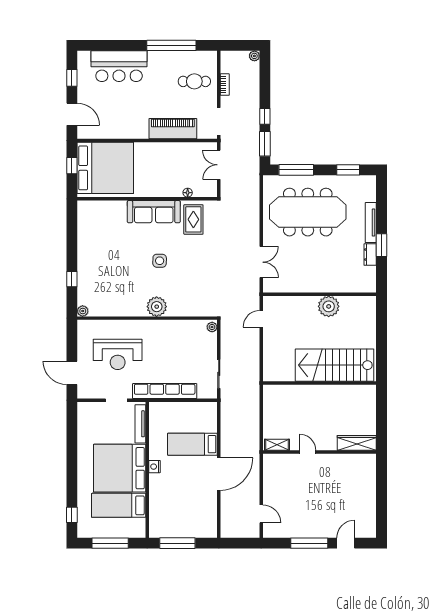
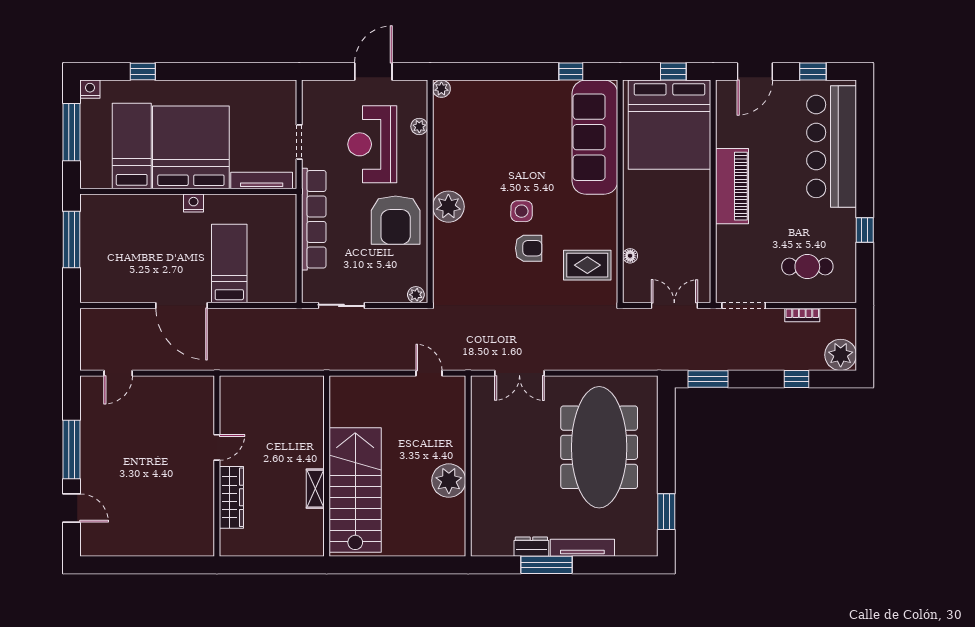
window: (171, 45) -> (865, 230), width x0.32
plant: (254, 56) -> (841, 355), width x1.88, depth x1.88
bar counter: (119, 66) -> (832, 146), width x1.36
cafe table: (194, 81) -> (807, 267), turned 90
window: (265, 116) -> (797, 379), moved
piano: (173, 129) -> (732, 186), moved
window: (296, 170) -> (666, 429), removed
sofa: (154, 212) -> (595, 137), moved, width x1.36, depth x1.27
window: (382, 245) -> (546, 565), width x1.44
armchair: (183, 256) -> (529, 248), added
window: (72, 279) -> (571, 71), moved
plant: (106, 325) -> (419, 126), added
armchair: (165, 340) -> (396, 220), added
door: (72, 373) -> (373, 71), moved
wardrobe: (357, 443) -> (231, 497), moved
shelving: (277, 445) -> (315, 489), moved
window: (72, 515) -> (143, 71), moved
nightstand: (83, 532) -> (90, 89), added

